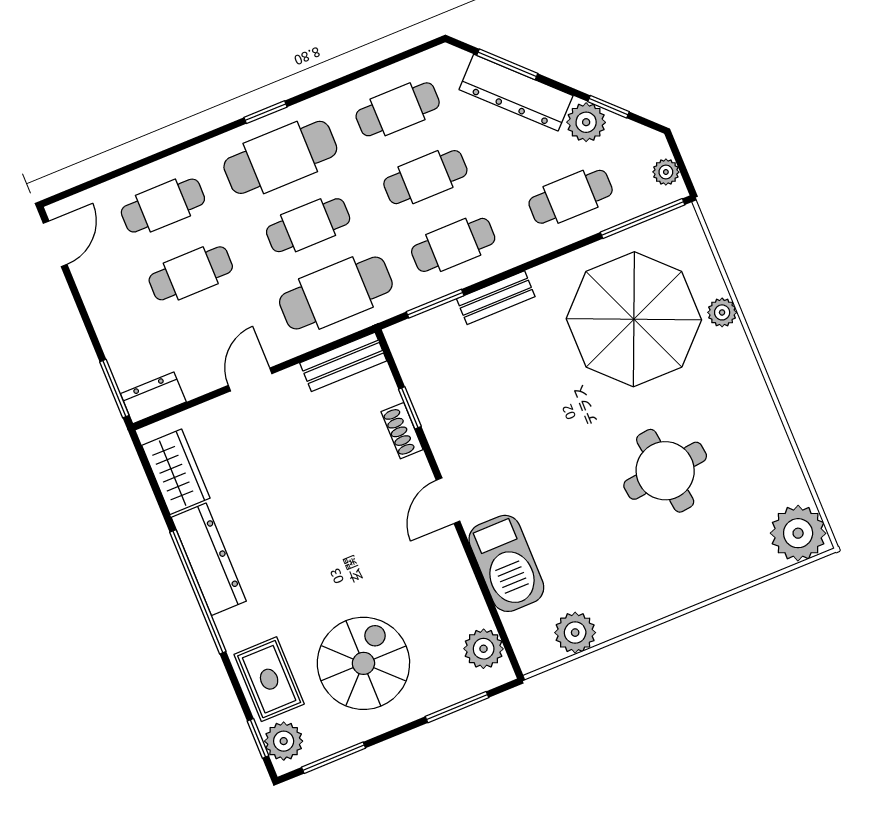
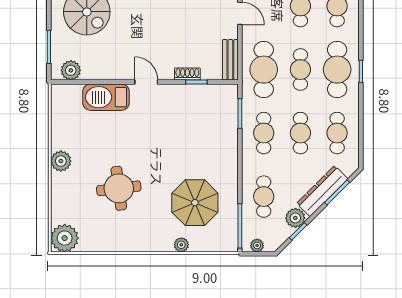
bench: (496, 298) -> (231, 143), removed
parasol: (634, 319) -> (195, 203), width x0.73, depth x0.73
plant: (575, 633) -> (61, 161), moved

